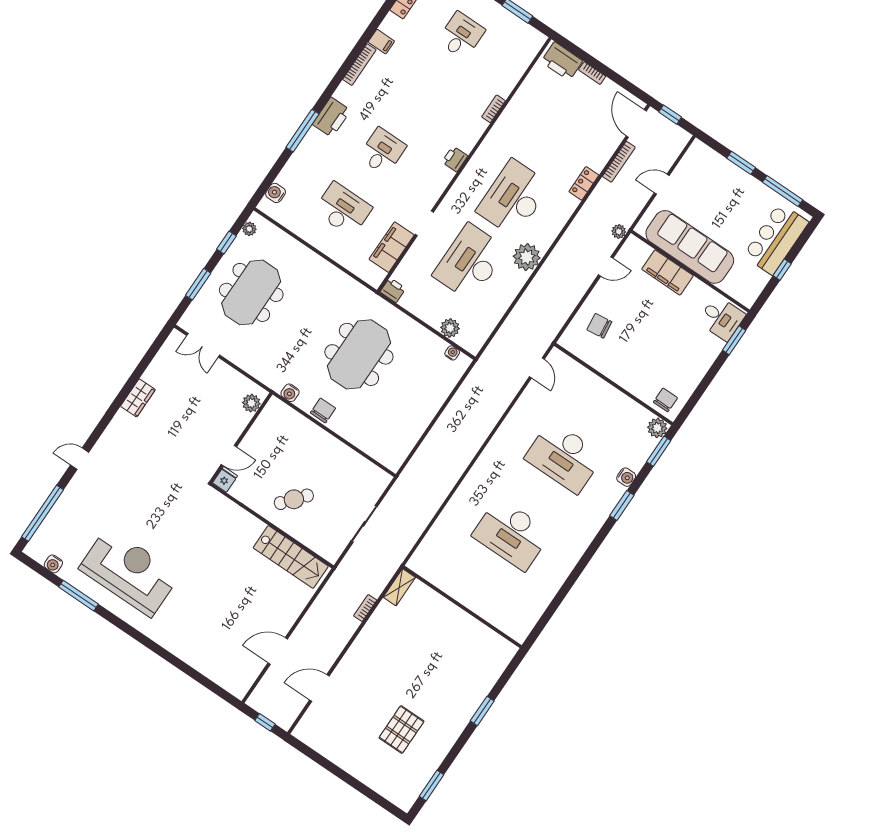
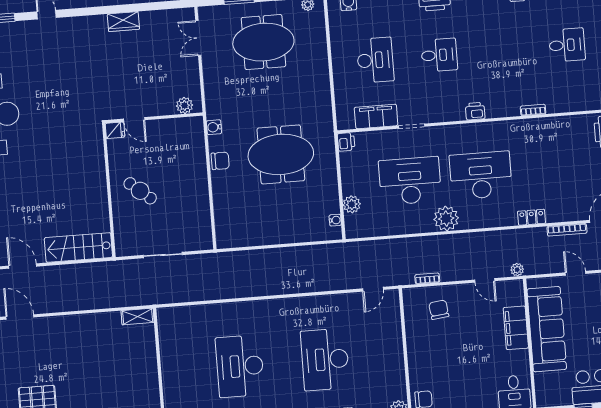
stairs: (291, 557) -> (78, 247), moved, turned 90
bookcase: (365, 608) -> (427, 278), moved

